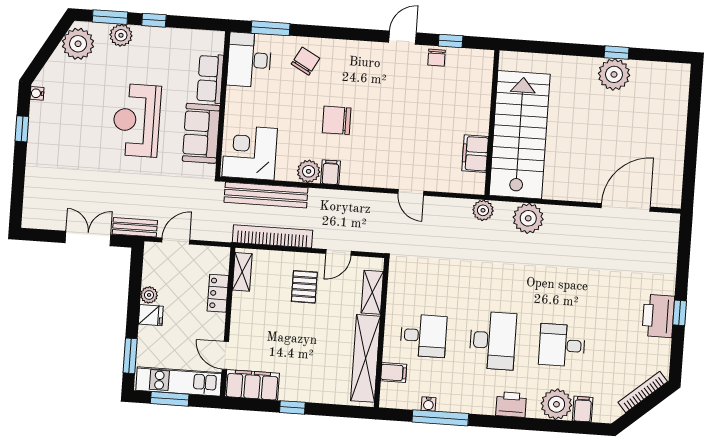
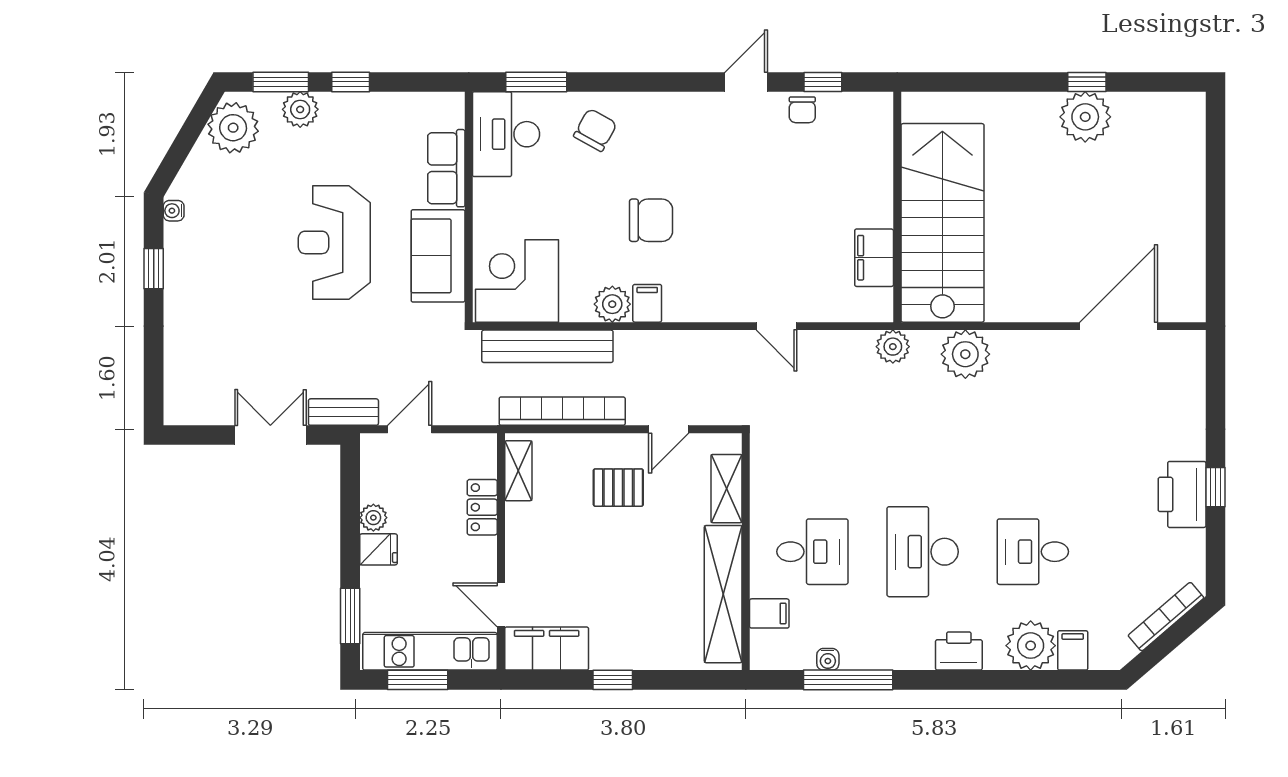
chair: (337, 120) -> (651, 220), turned 180
pallet: (304, 287) -> (618, 488), turned 90
desk: (493, 340) -> (923, 552), turned 180

